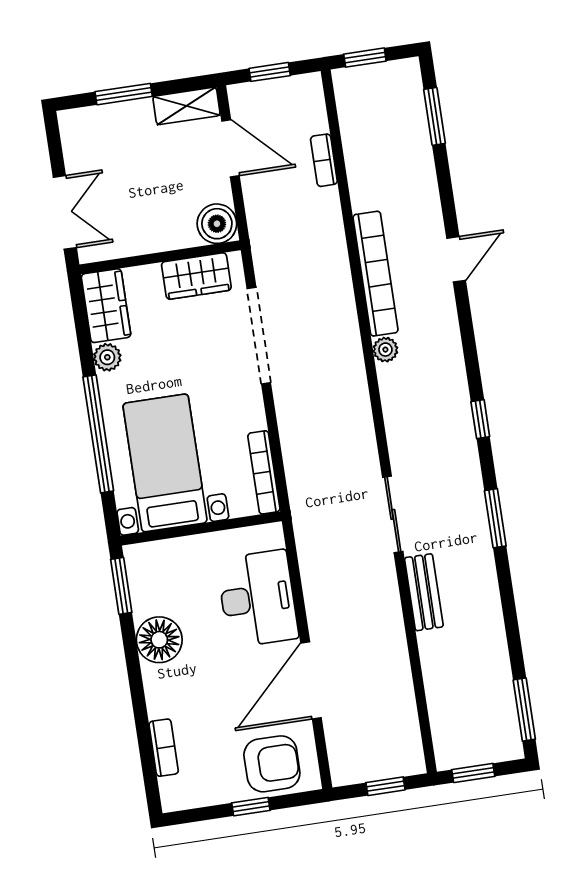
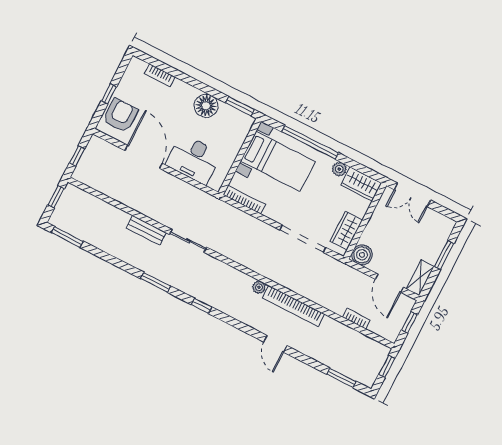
door: (231, 148) -> (389, 283), hinge flipped
armchair: (272, 764) -> (120, 115), turned 180

